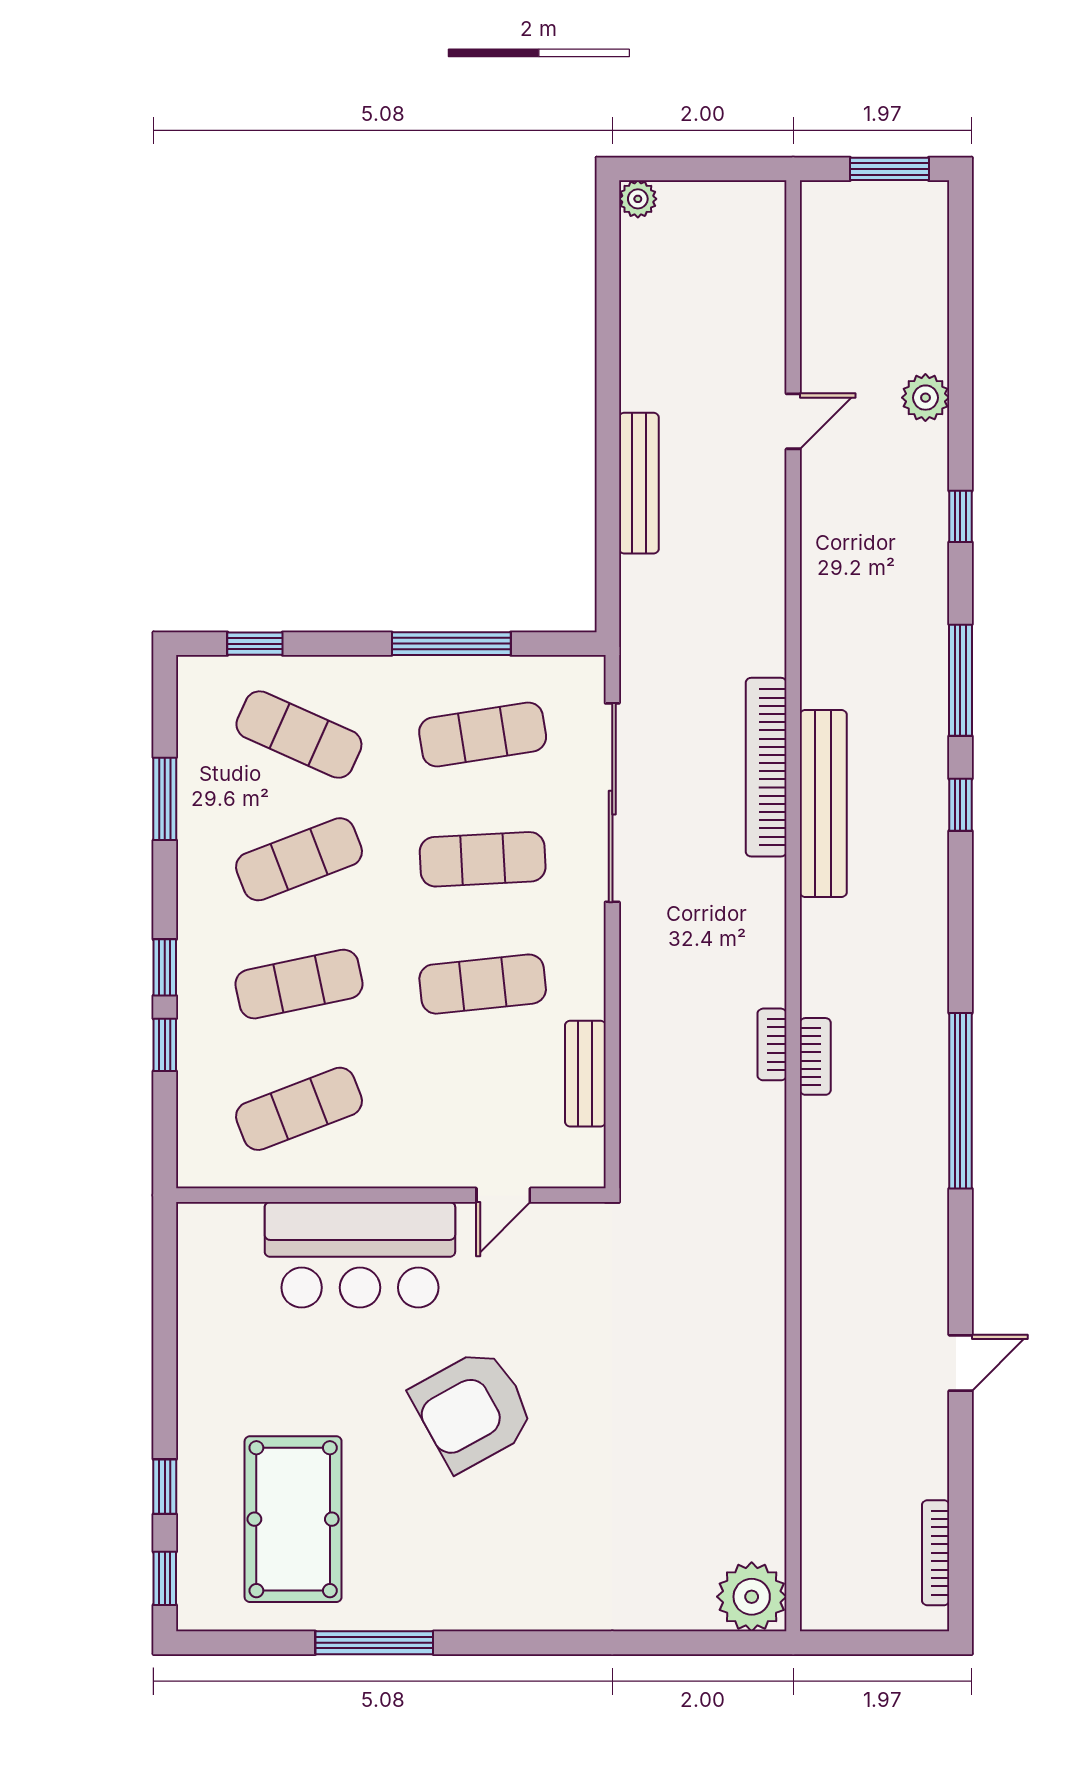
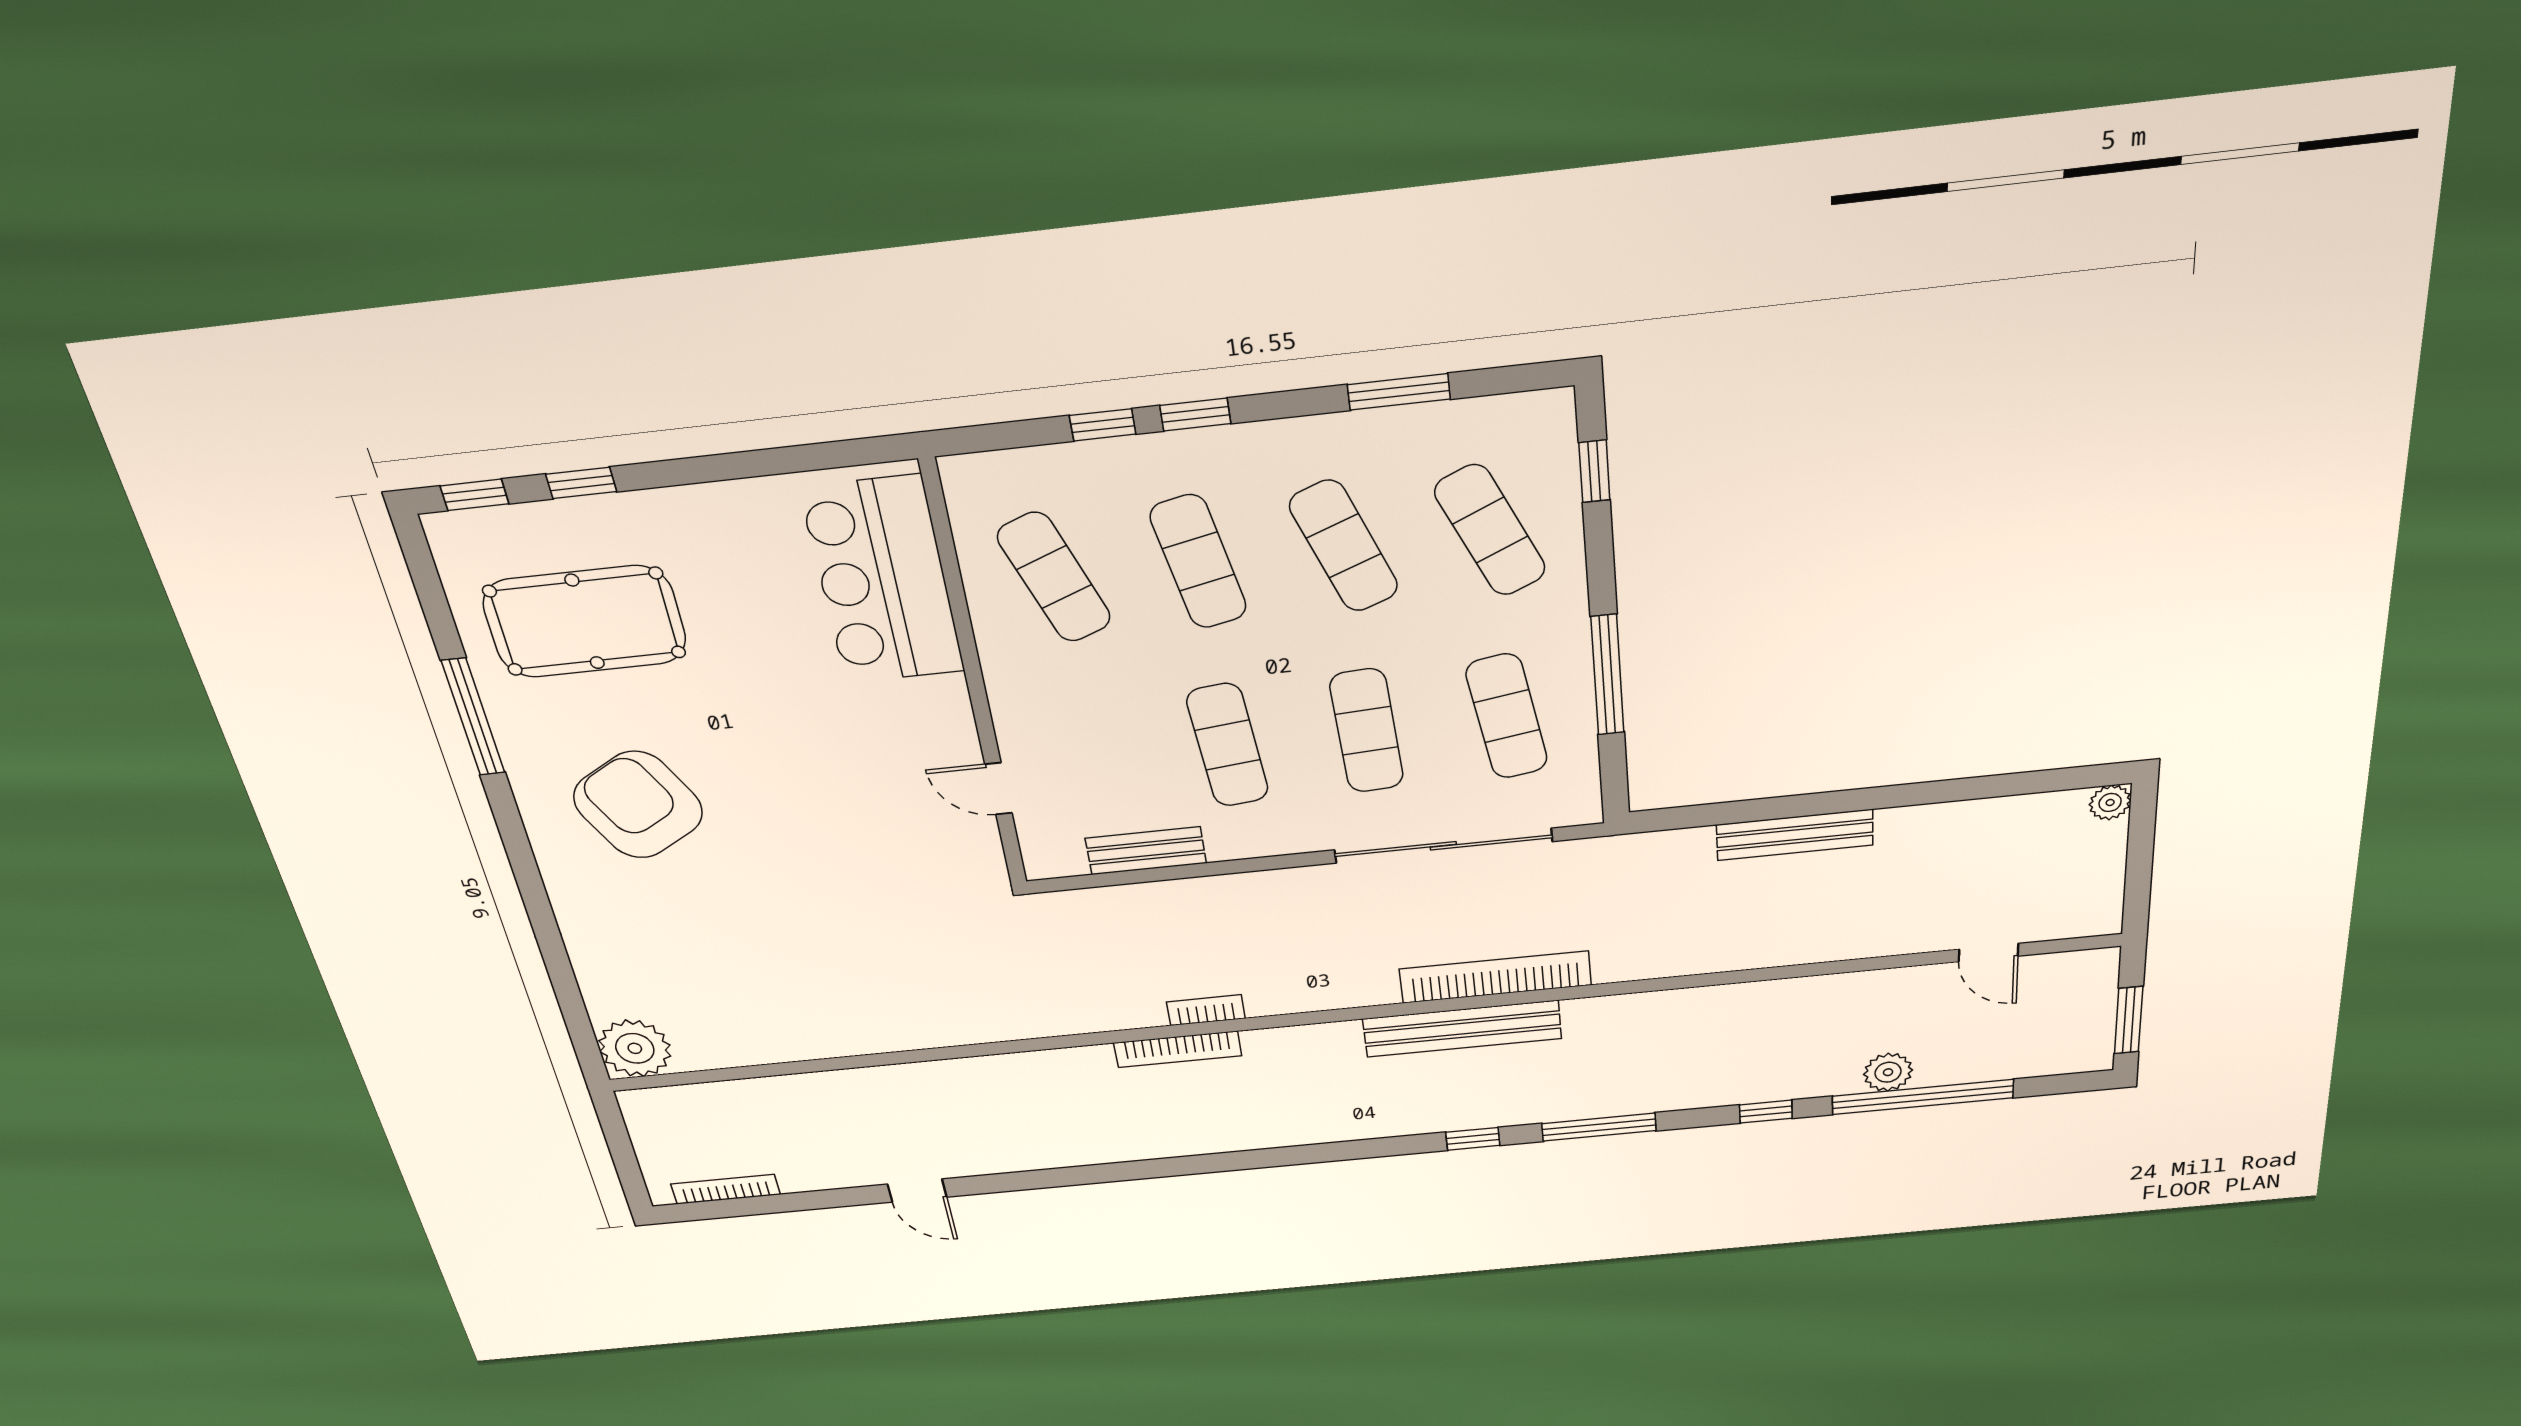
door: (793, 421) -> (1988, 953), moved
exercise mat: (299, 735) -> (1490, 530), turned -48
bookcase: (815, 1056) -> (1178, 1049), width x1.56
window: (960, 1101) -> (1923, 1097), moved
bar counter: (360, 1255) -> (883, 581), moved
armchair: (473, 1410) -> (638, 805), moved

